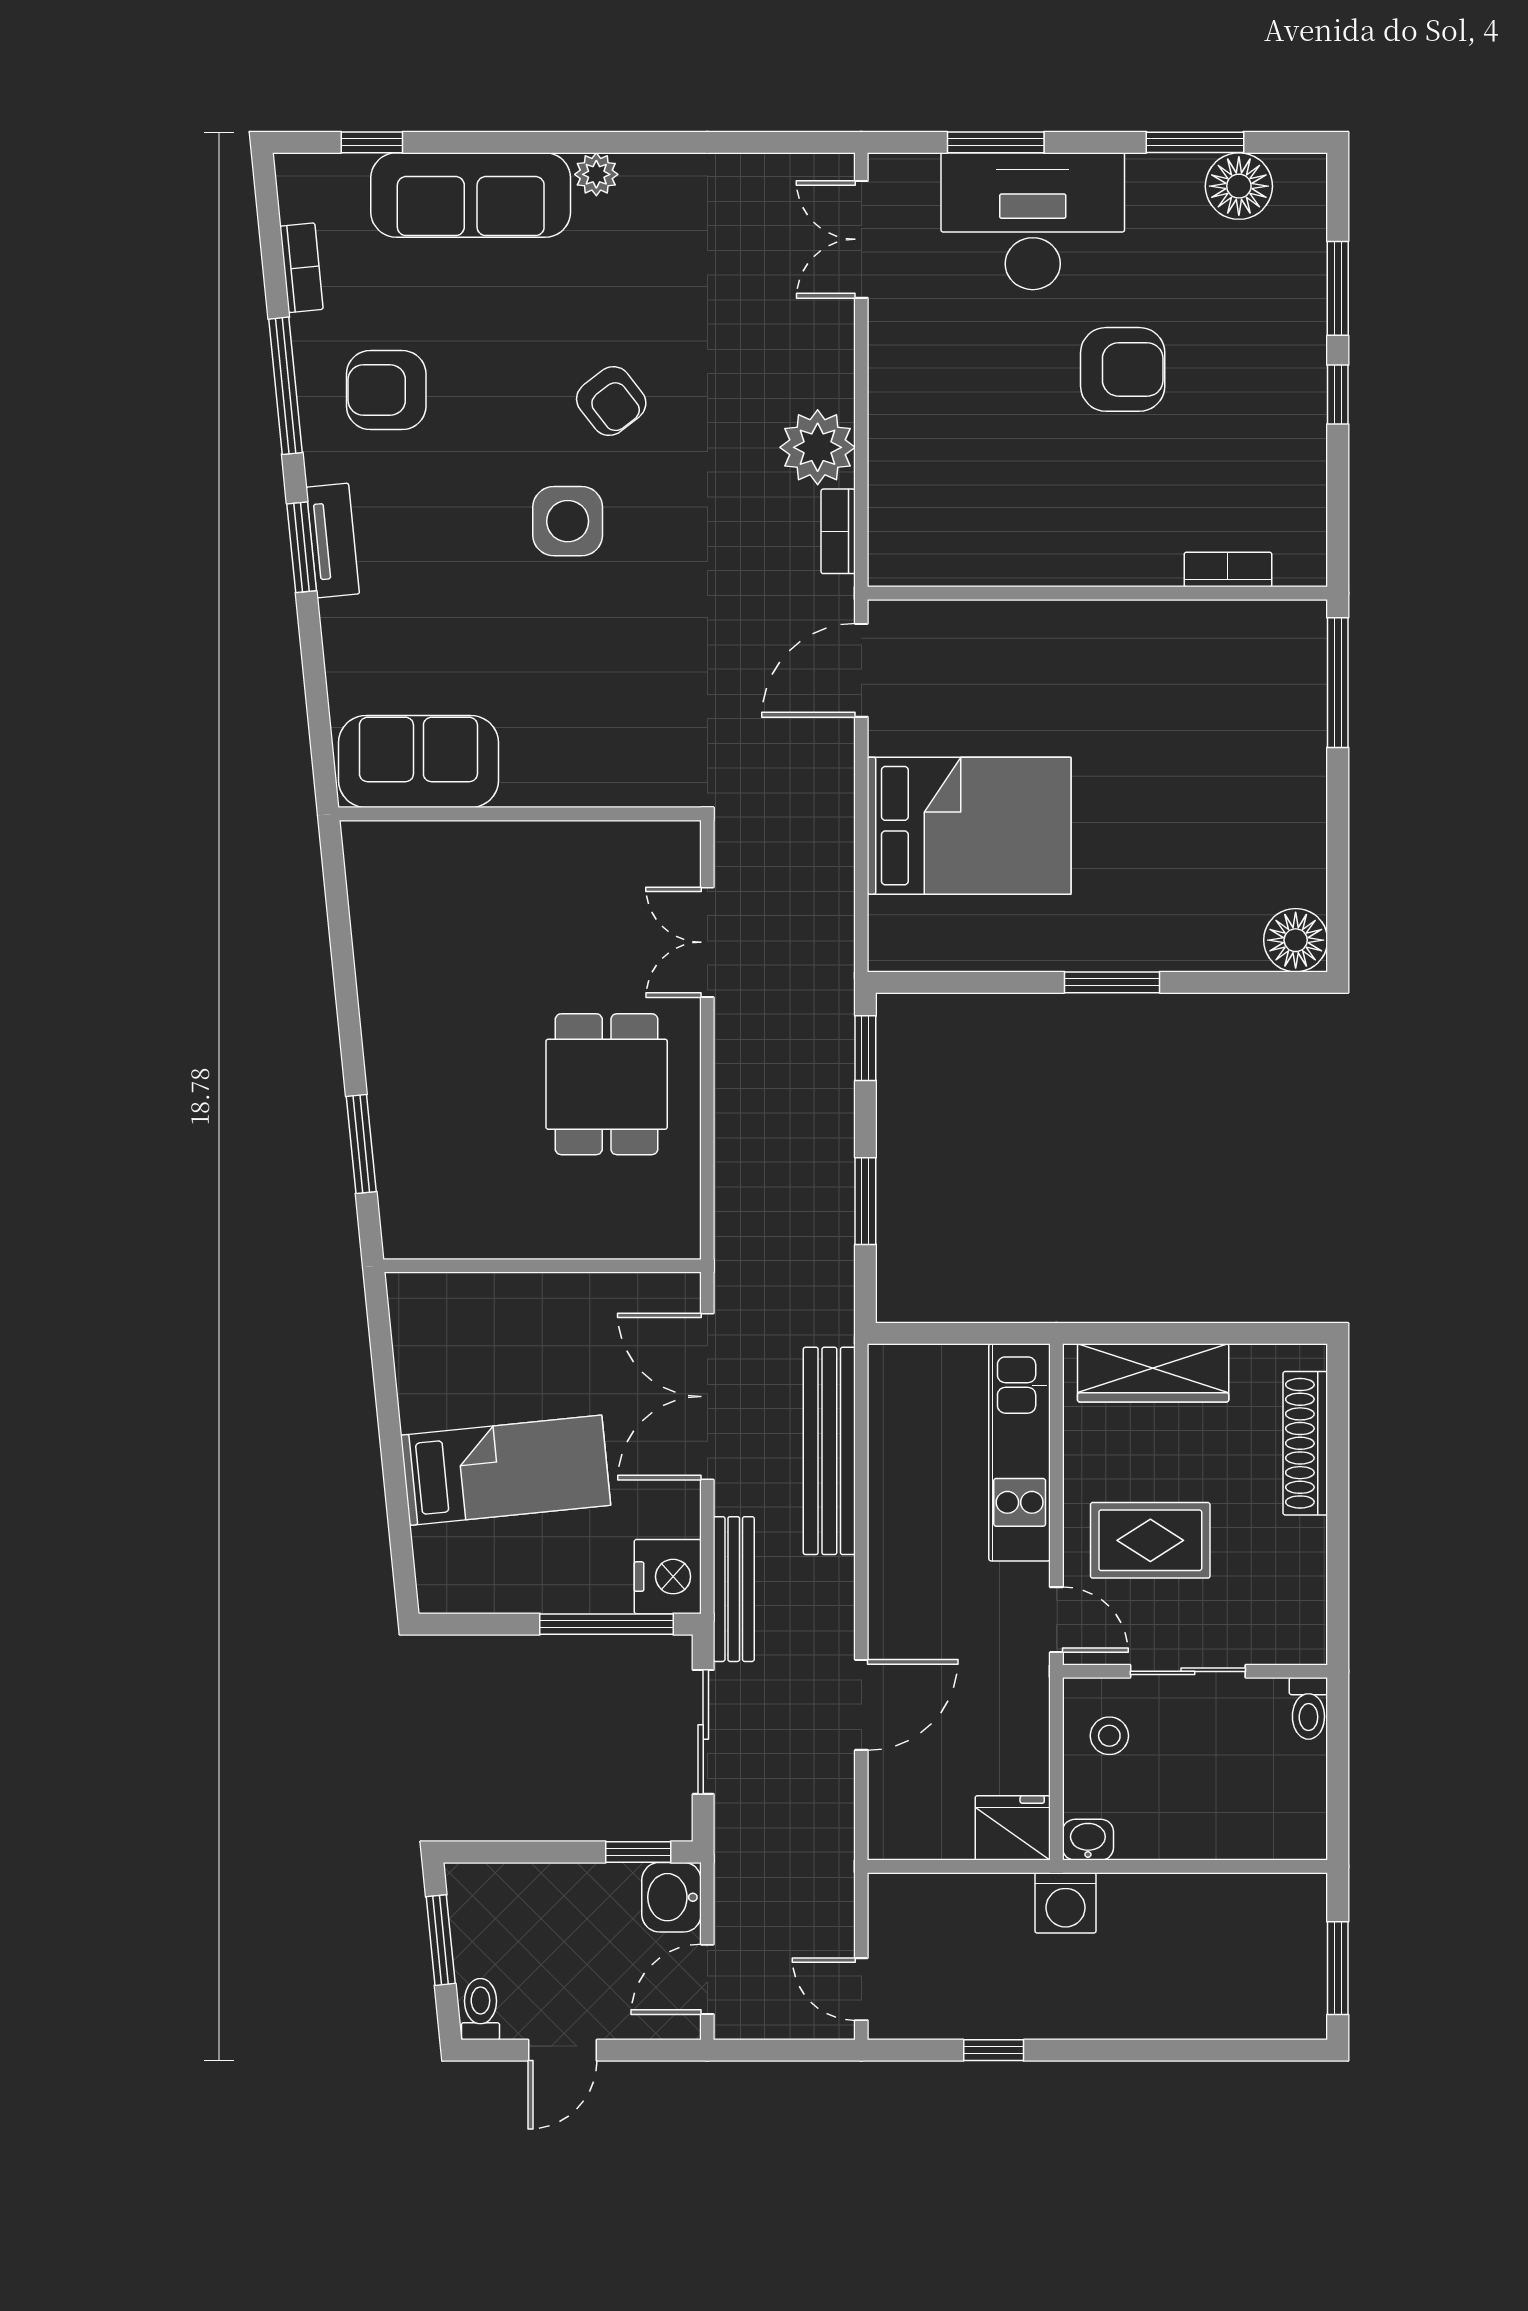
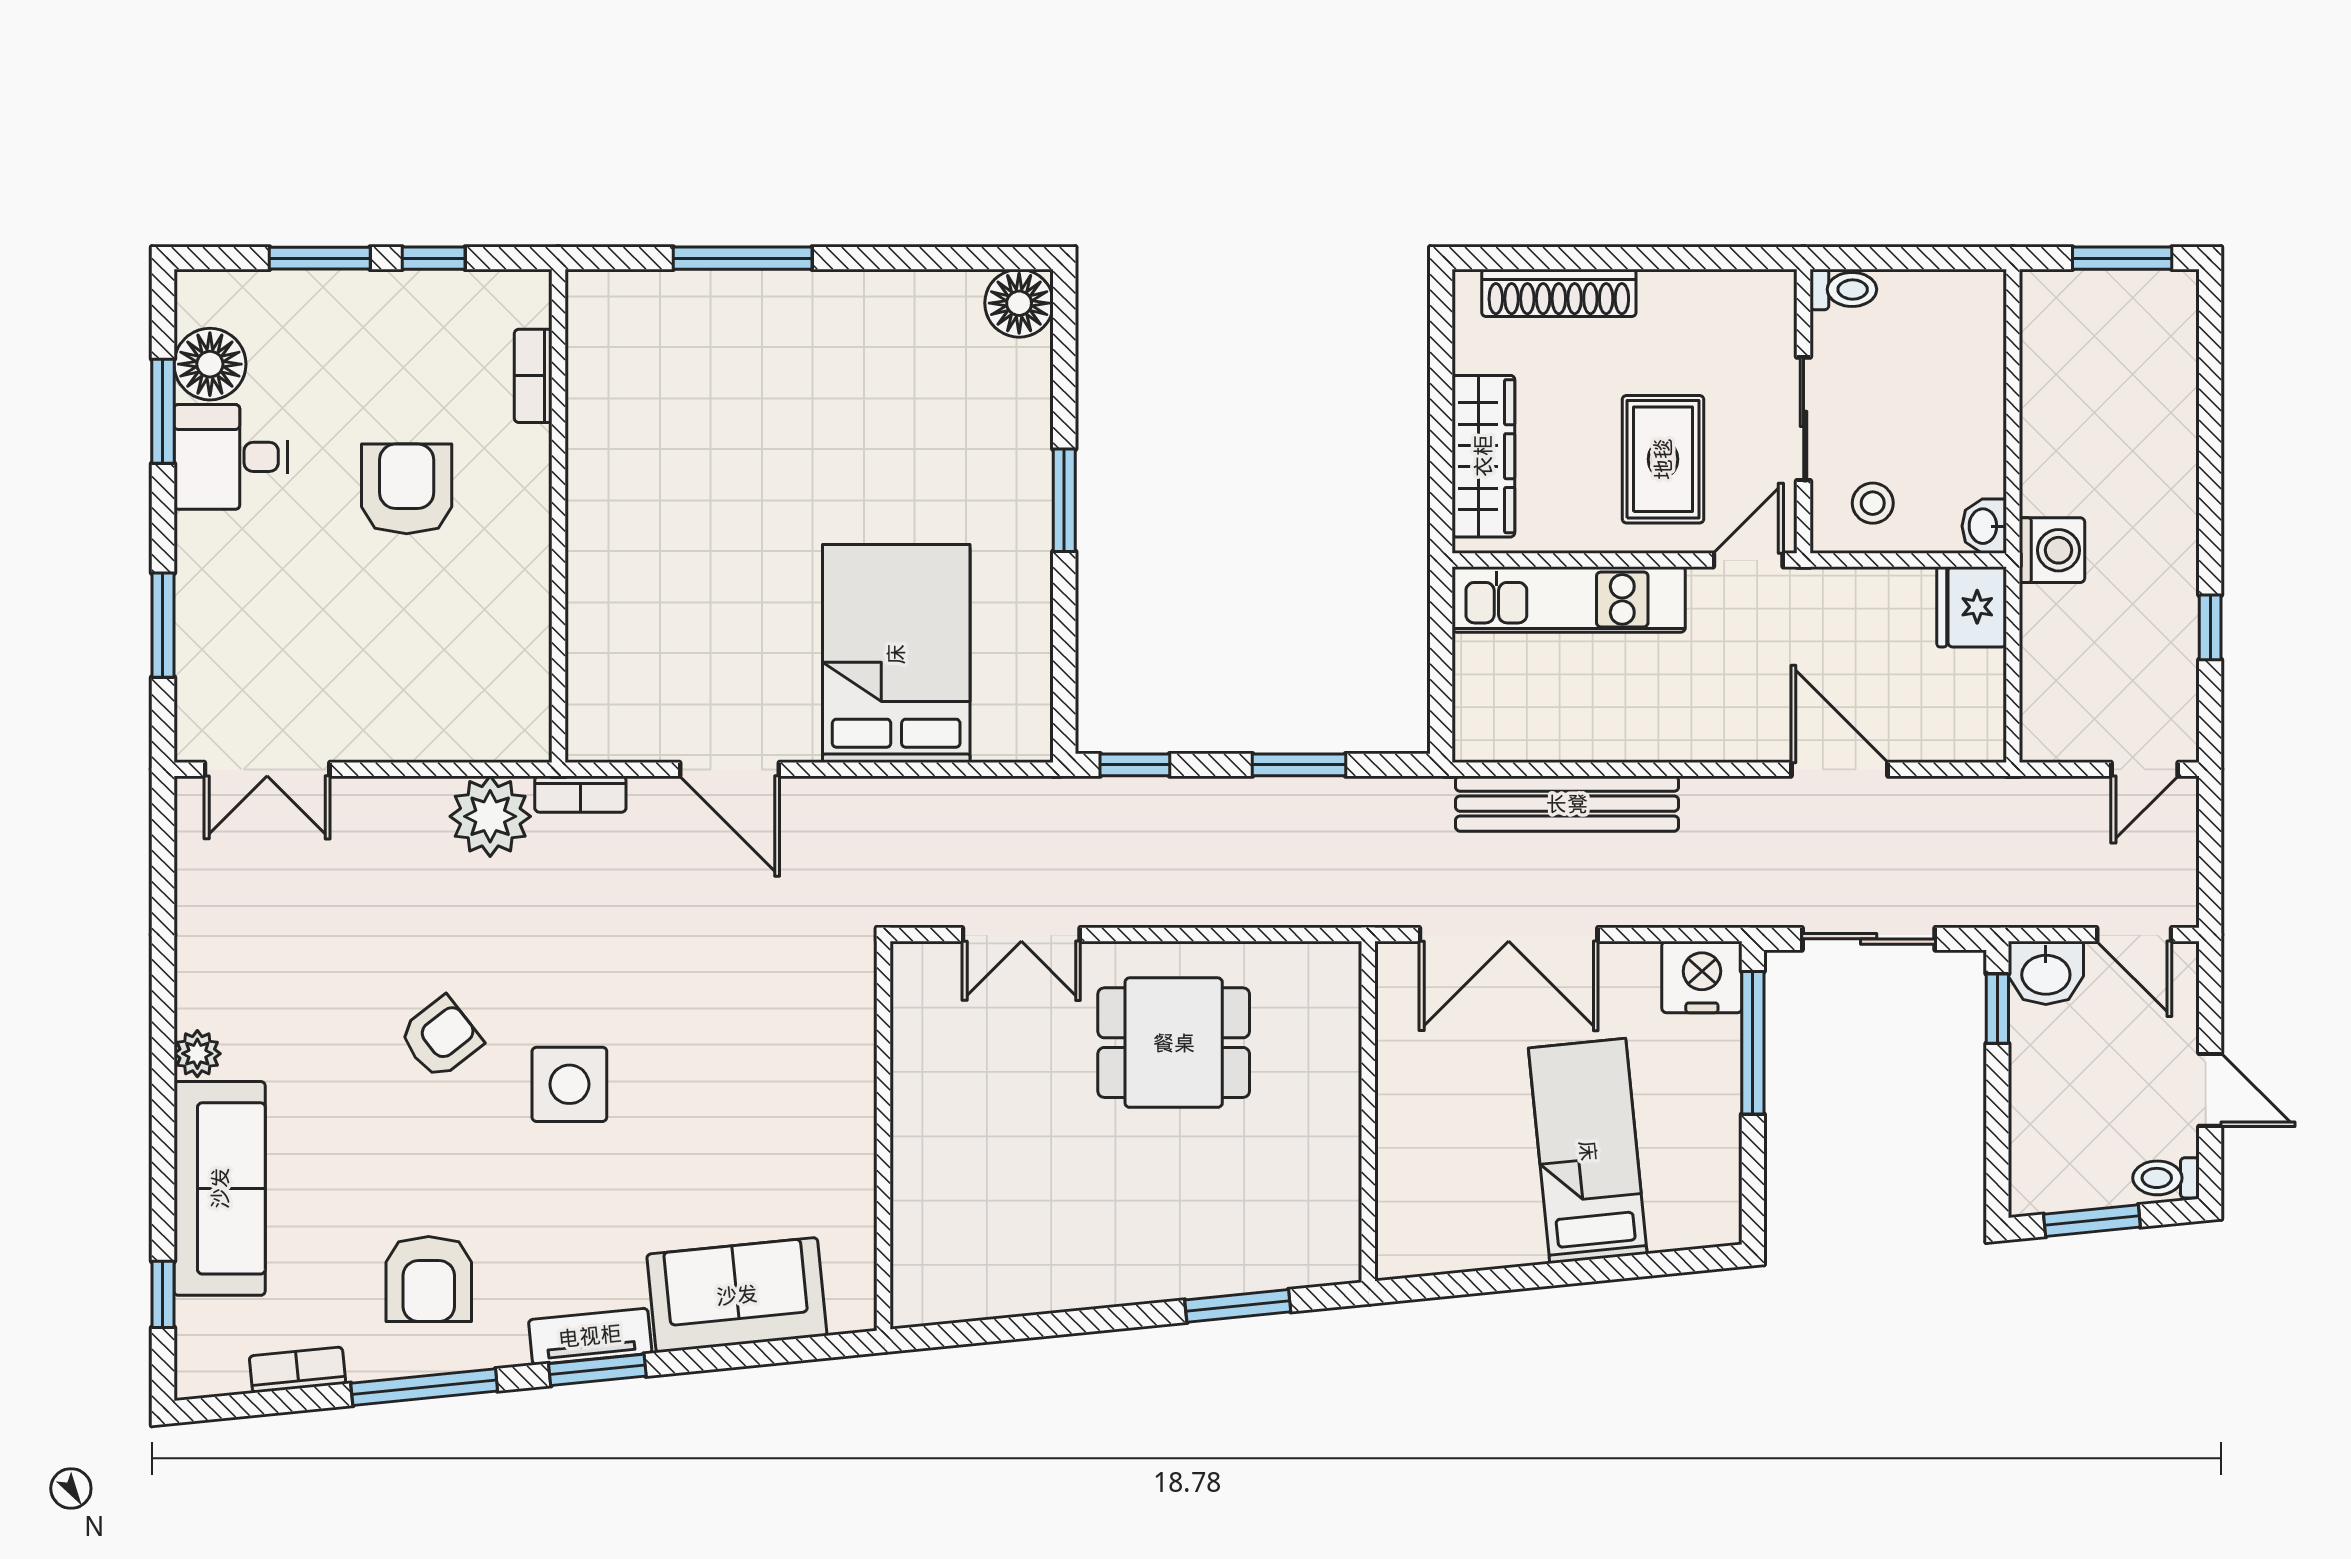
desk: (1033, 221) -> (231, 457), moved, width x0.53, depth x0.77
bookcase: (1228, 570) -> (533, 376), moved
wall: (1097, 593) -> (559, 516), moved
sofa: (418, 762) -> (737, 1295), moved, turned 84
bench: (734, 1589) -> (1715, 906), removed

